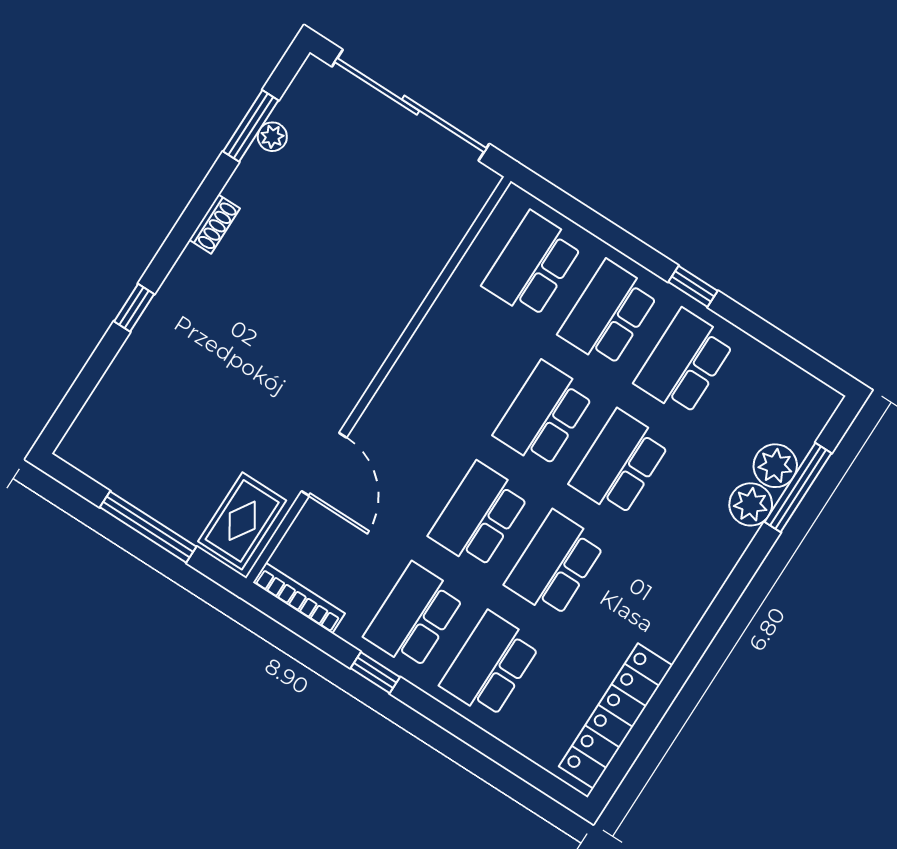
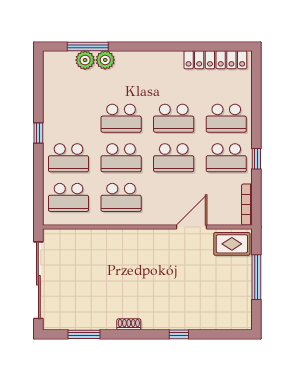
plant: (272, 137) -> (83, 324), removed
school desk: (684, 362) -> (121, 197), moved

